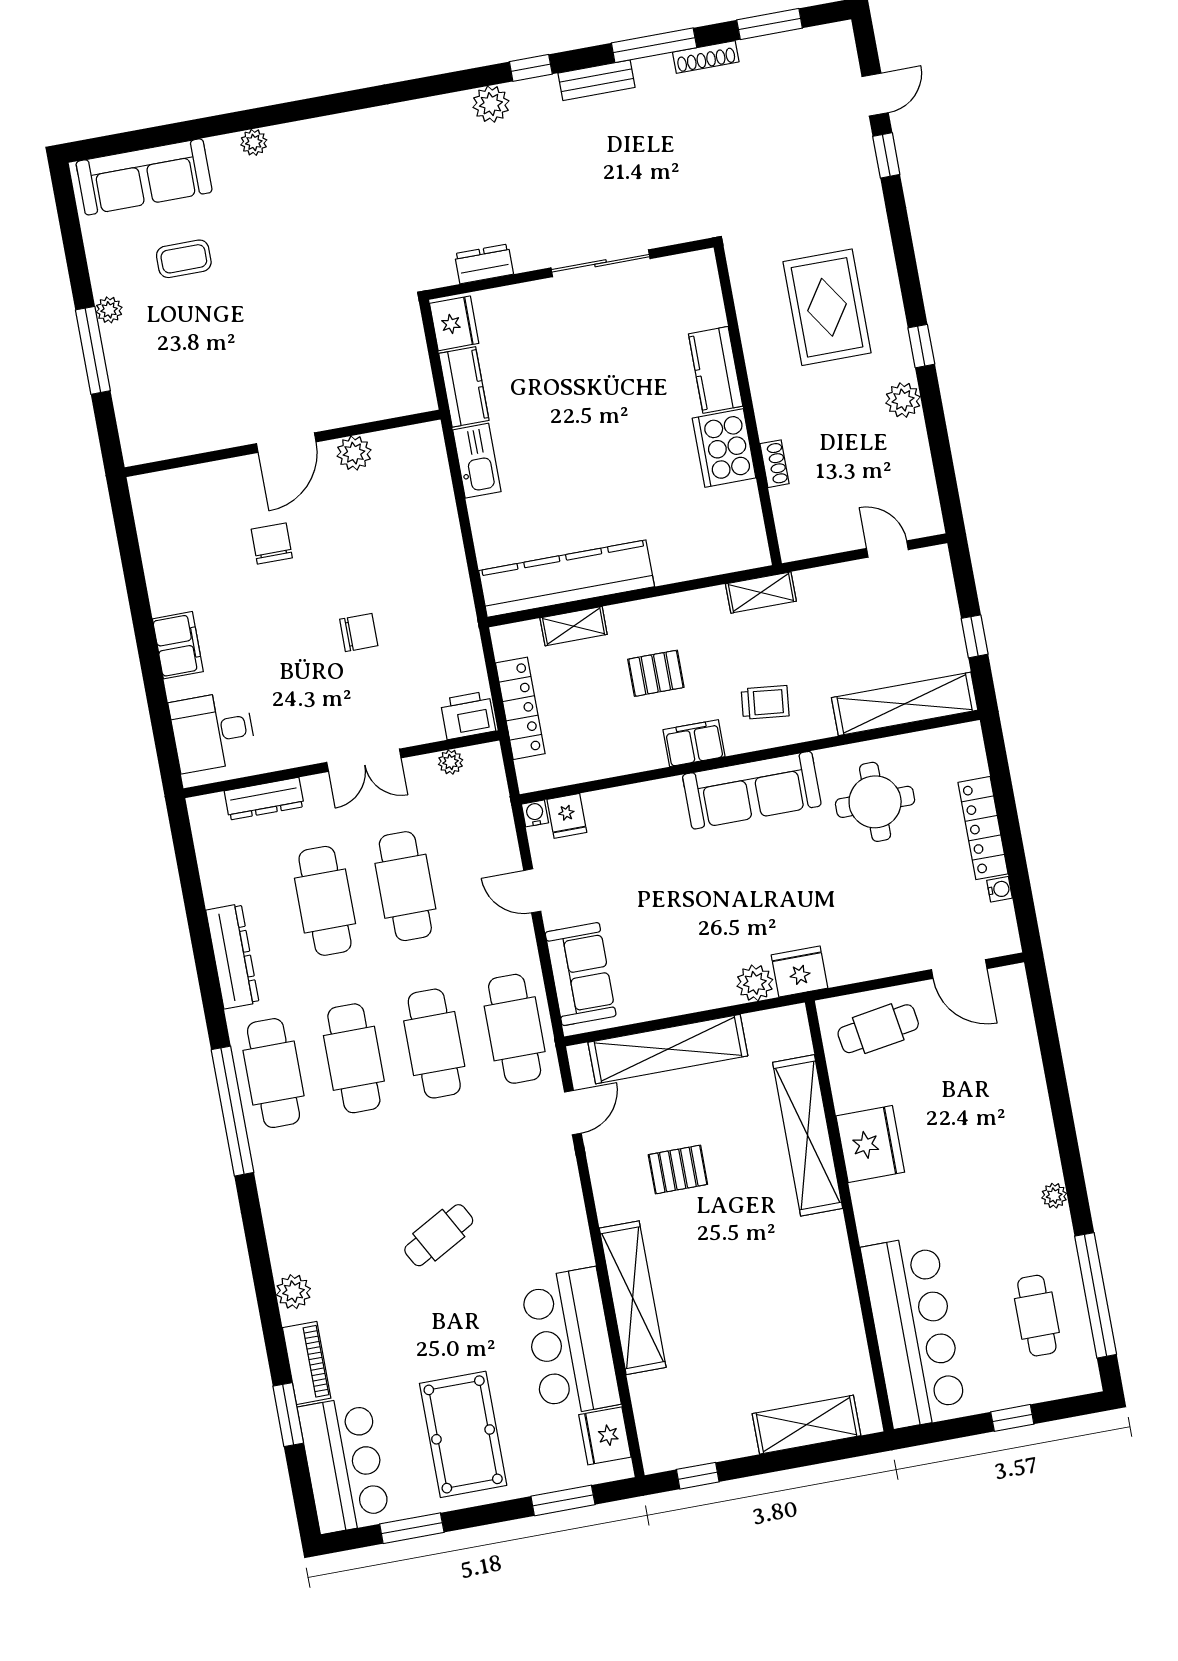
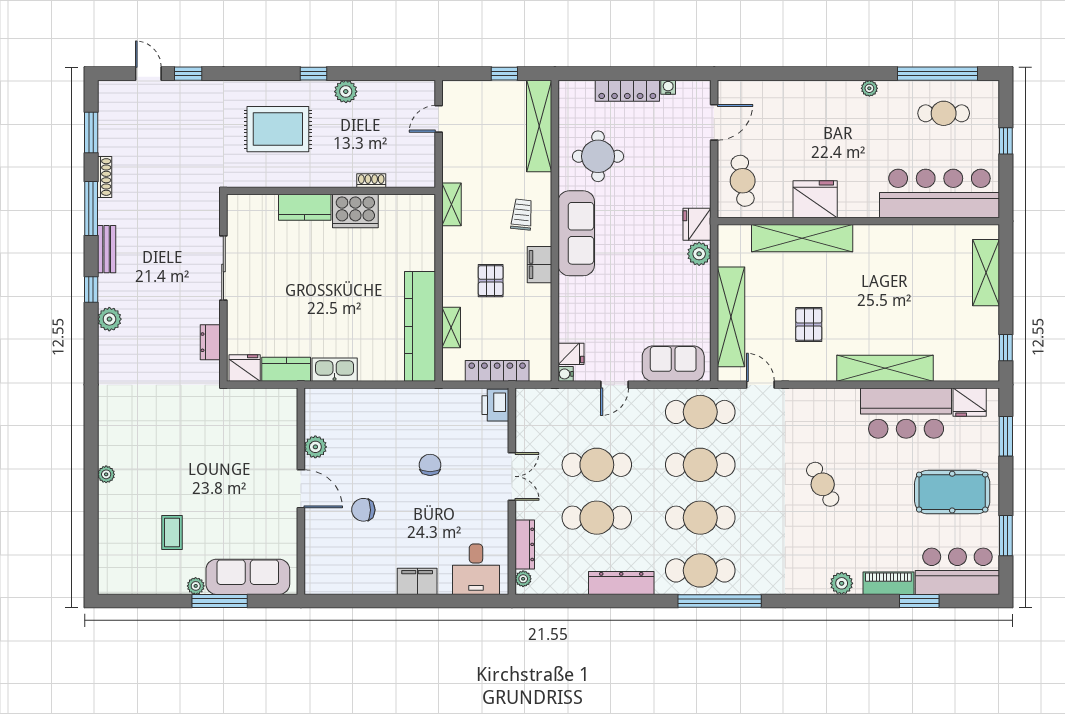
sofa: (144, 177) -> (248, 577), moved, turned -90
plant: (451, 762) -> (523, 579), moved

